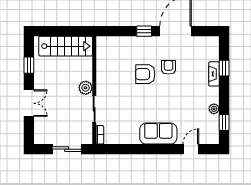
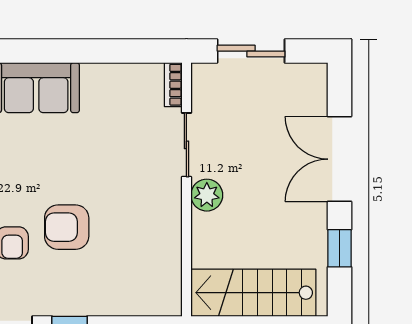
armchair: (145, 74) -> (67, 227), turned 180
double door: (29, 103) -> (339, 159), width x1.37

